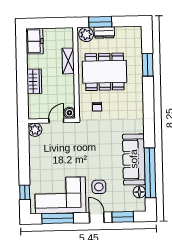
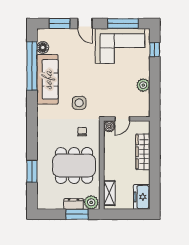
shelving: (68, 61) -> (109, 193), moved
wardrobe: (34, 81) -> (143, 152), width x1.50
plant: (35, 130) -> (143, 85), moved
side table: (99, 187) -> (79, 103), moved

